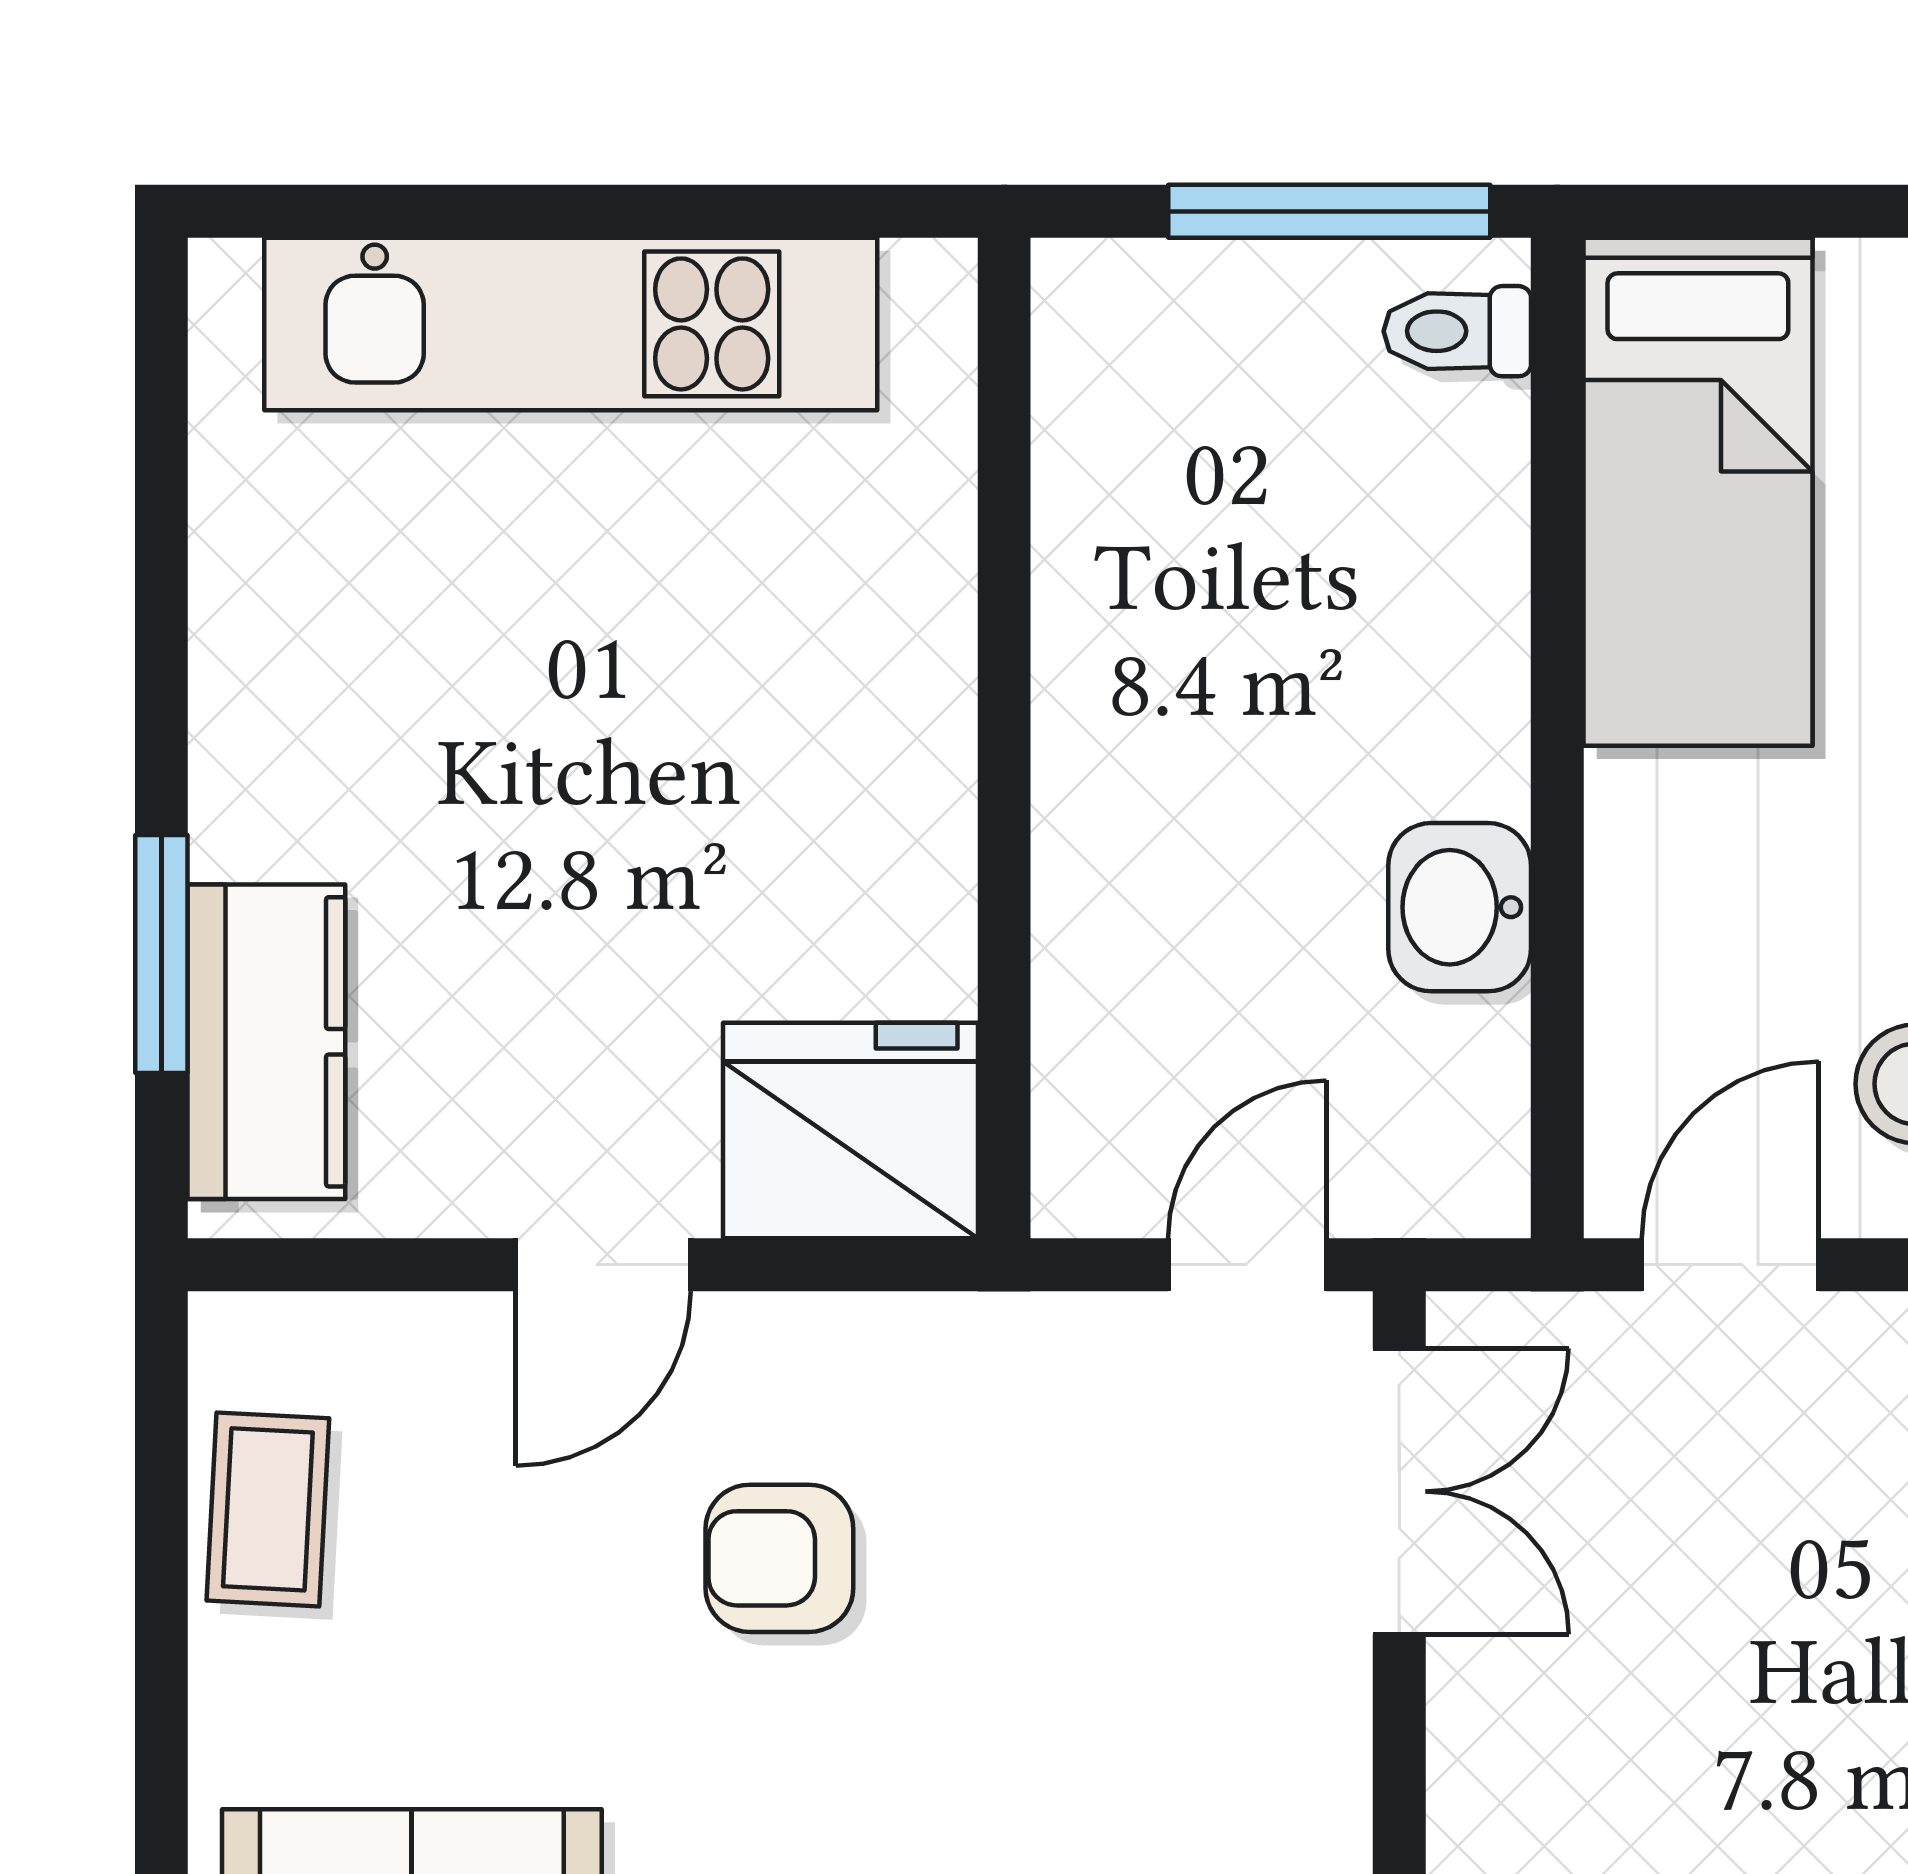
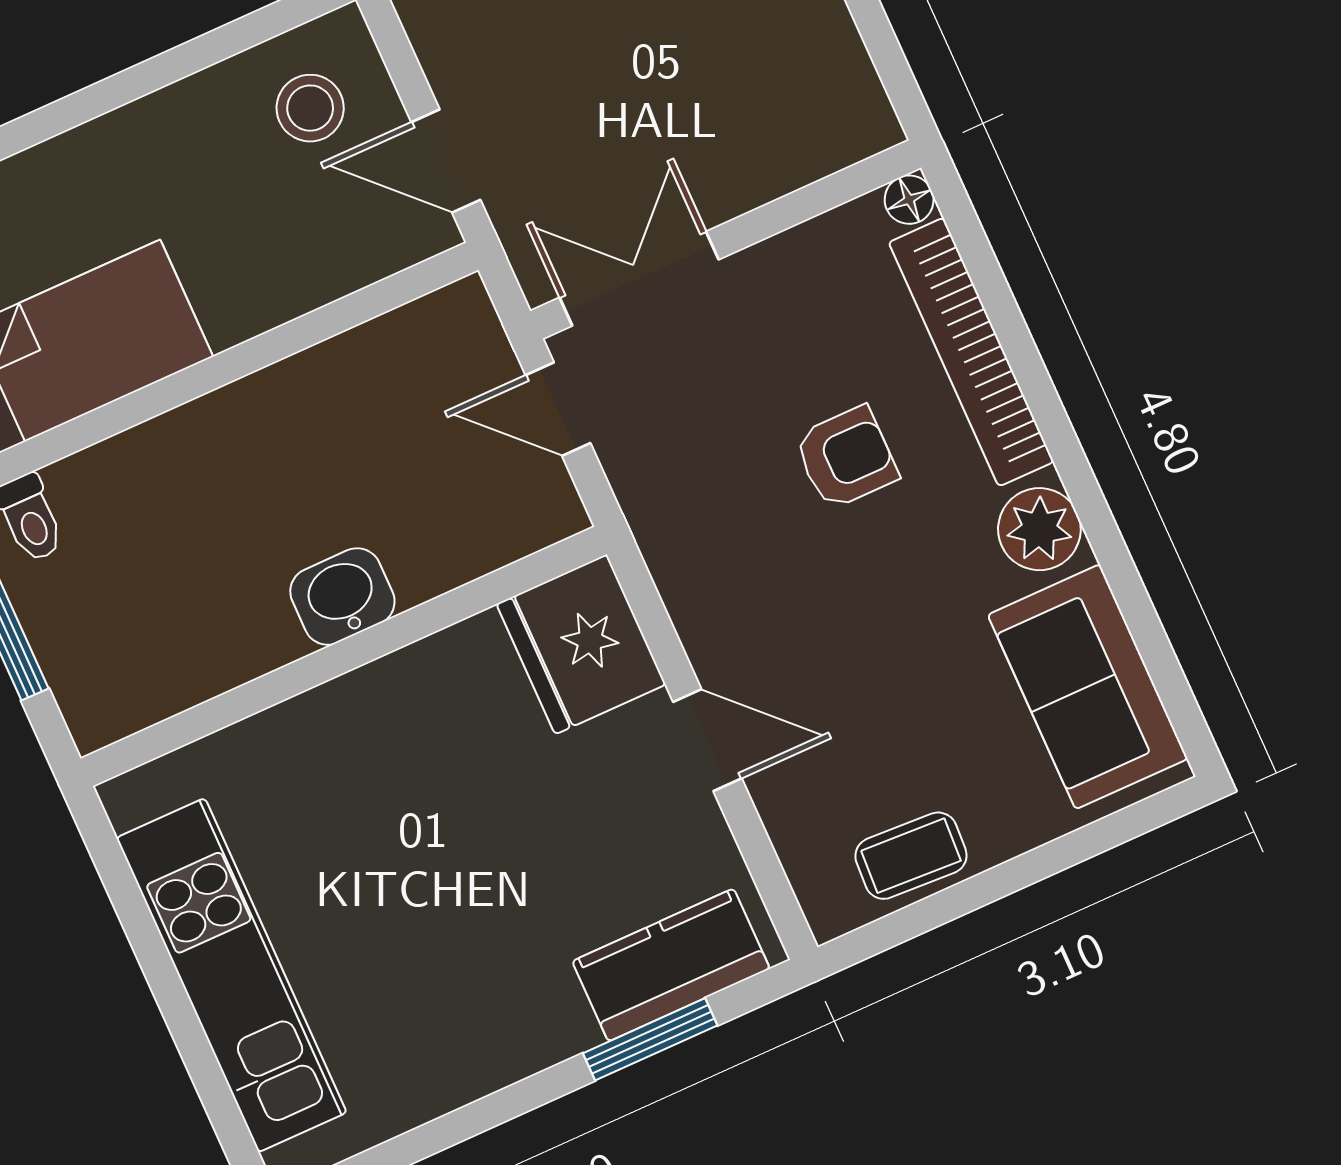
washbasin: (1460, 907) -> (342, 597), moved, turned 180
armchair: (779, 1558) -> (846, 458), moved, turned -90

